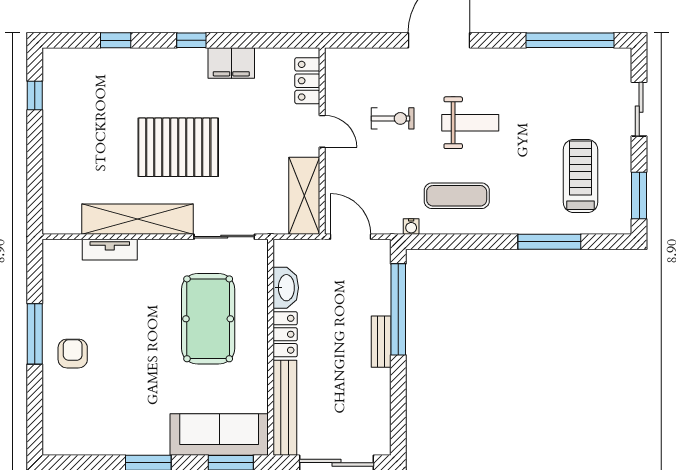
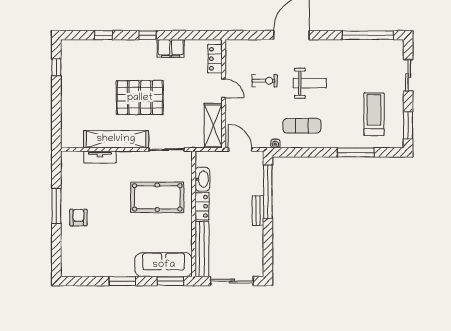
pool table: (208, 319) -> (157, 197), turned 90

